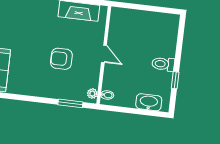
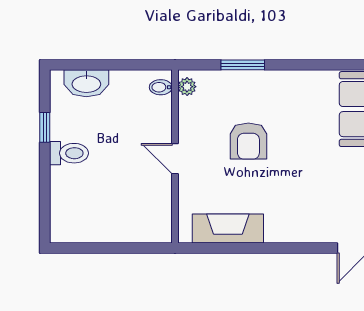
armchair: (61, 59) -> (248, 141), turned 90
window: (70, 103) -> (243, 65), moved

